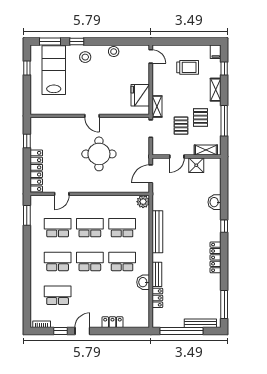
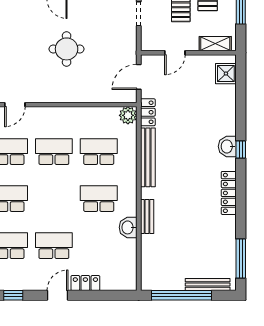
round table: (99, 154) -> (67, 49), width x0.73, depth x0.73
shower: (196, 165) -> (226, 74), moved
washbasin: (215, 202) -> (227, 146), moved
school desk: (90, 261) -> (54, 246), moved
locker: (157, 298) -> (148, 112), moved
door: (82, 331) -> (57, 295), moved

